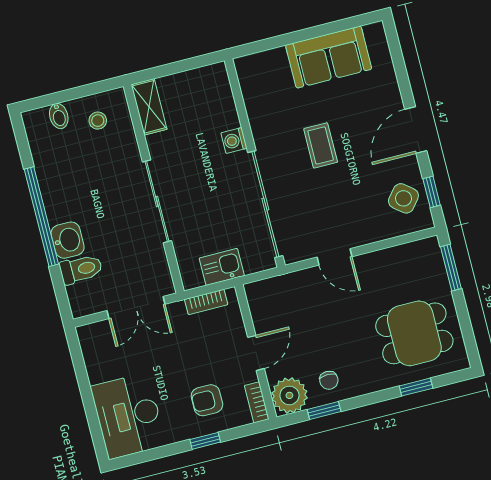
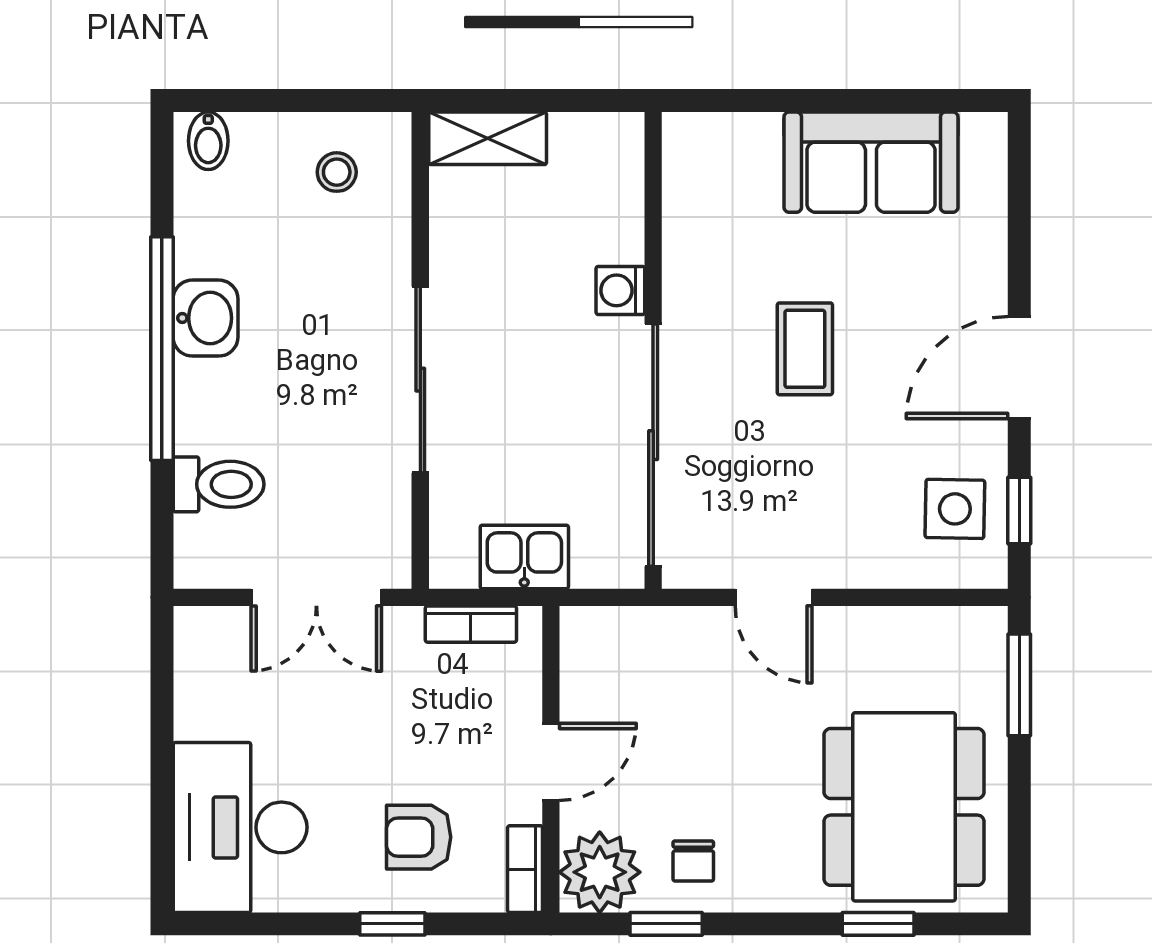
shelving: (149, 107) -> (488, 138), moved, turned 90
bidet: (59, 116) -> (208, 141), moved
side table: (403, 198) -> (955, 509), turned -38
washbasin: (68, 240) -> (206, 318), moved
dining table: (414, 333) -> (904, 807), width x1.37

